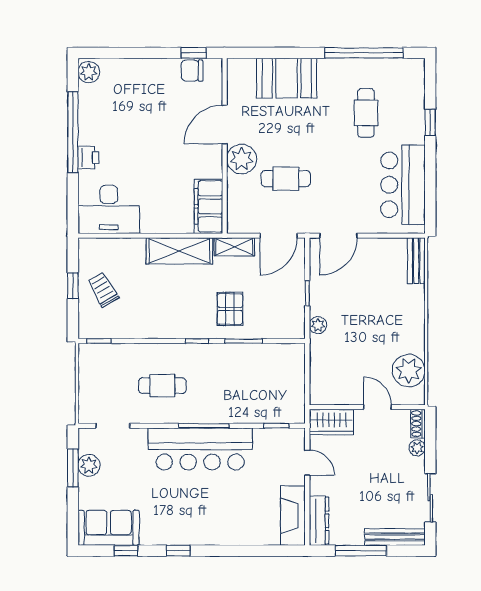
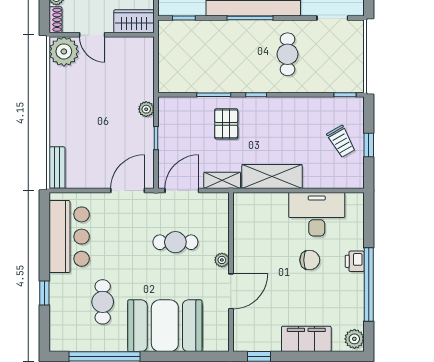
chair: (192, 71) -> (310, 260), moved
booth: (287, 78) -> (165, 326), width x1.36, depth x1.42
plant: (242, 159) -> (222, 260), width x0.53, depth x0.53
filing cabinet: (208, 206) -> (306, 339), moved, turned -90
desk: (109, 209) -> (317, 214), moved
plant: (409, 371) -> (64, 51), moved
cafe table: (162, 386) -> (288, 54), turned 90

